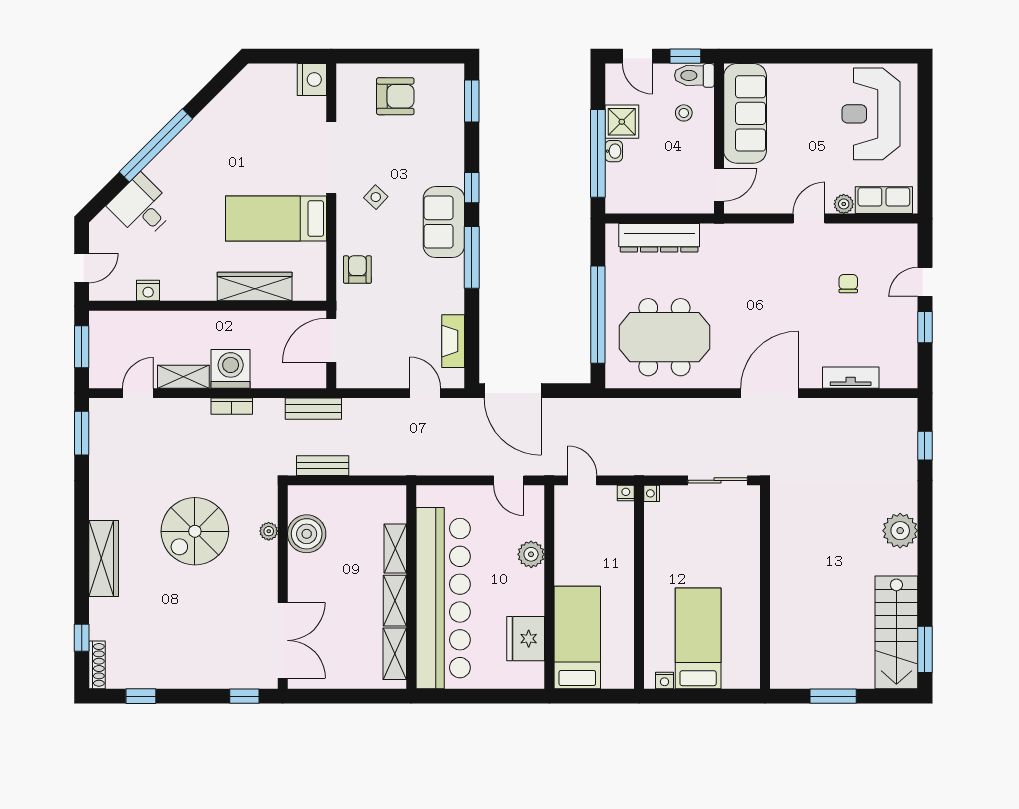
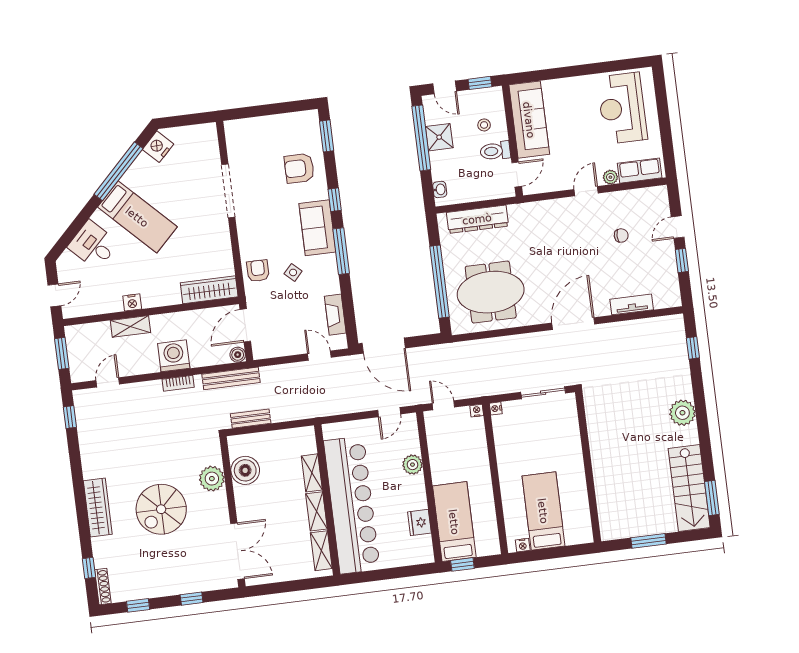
toilet: (694, 75) -> (495, 151), moved
nightstand: (312, 80) -> (158, 147), moved, turned -135
armchair: (395, 96) -> (299, 168), moved, turned 180
window: (156, 145) -> (119, 171), moved
washbasin: (614, 151) -> (440, 189), moved
window: (598, 153) -> (421, 138), moved
side table: (376, 197) -> (293, 272), moved
bed: (276, 219) -> (137, 217), moved, turned -135
chair: (848, 284) -> (621, 235), turned 90
wardrobe: (255, 287) -> (209, 290), moved
nightstand: (148, 291) -> (132, 302), moved
shelving: (183, 377) -> (130, 326), moved
boiler: (316, 378) -> (238, 355), added
bench: (313, 409) -> (231, 378), width x1.36
window: (82, 433) -> (70, 417), width x0.67
door: (509, 480) -> (389, 412), hinge flipped
spiral stairs: (195, 531) -> (161, 509), moved
plant: (269, 531) -> (212, 479), width x1.88, depth x1.88
fridge: (526, 639) -> (419, 522), width x0.73, depth x0.75
window: (244, 696) -> (192, 599), moved
window: (581, 696) -> (462, 564), added

